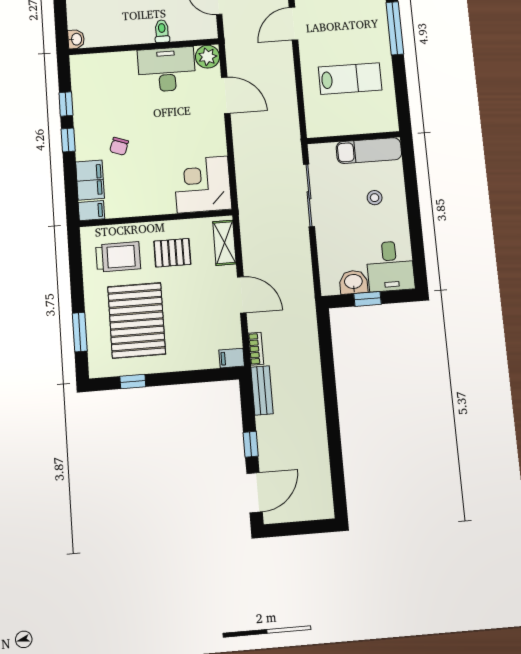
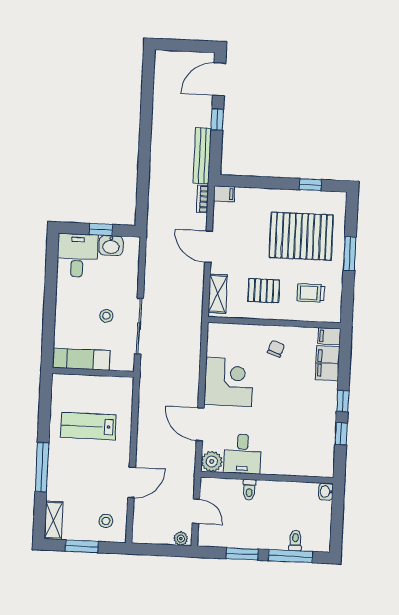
desk: (167, 69) -> (242, 454), width x0.73
chair: (119, 146) -> (276, 349), moved
corner desk: (202, 185) -> (229, 382), moved, turned -90
stool: (375, 198) -> (106, 316), moved
trolley: (118, 257) -> (311, 293), width x0.73, depth x0.72
pallet: (137, 320) -> (301, 236), turned 90
window: (80, 332) -> (350, 254), moved
bench: (262, 390) -> (202, 156), width x1.36

